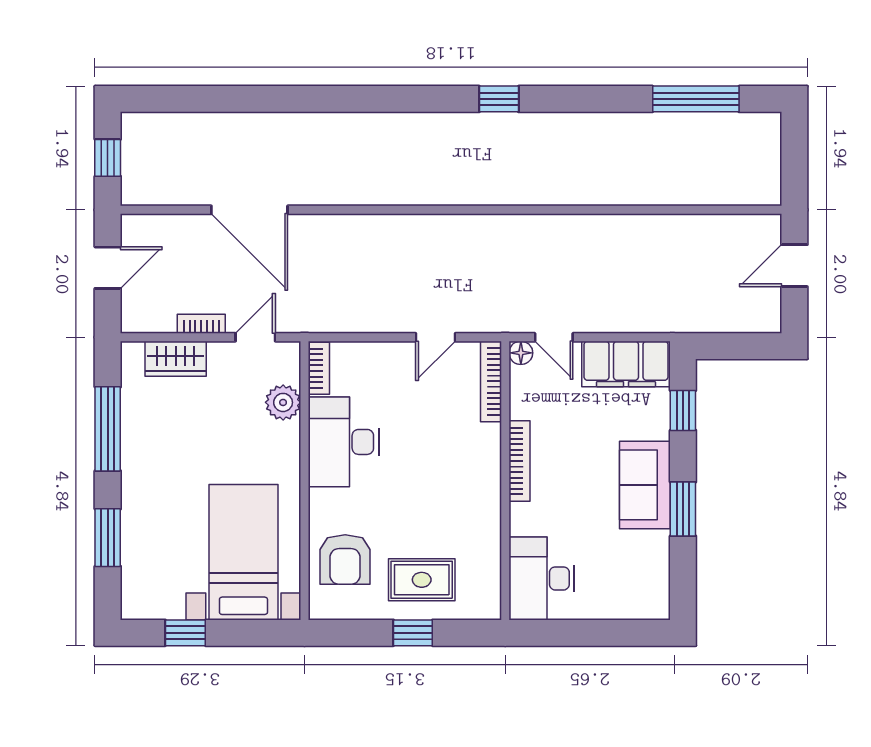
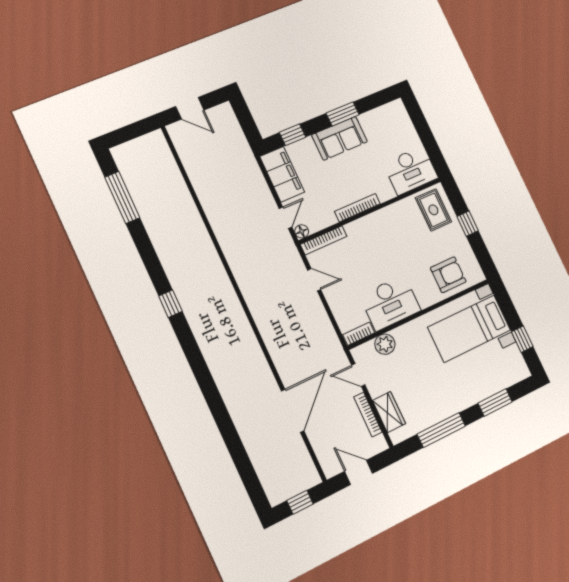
bookcase: (201, 324) -> (368, 414), width x1.56
rug: (422, 580) -> (433, 210), moved

